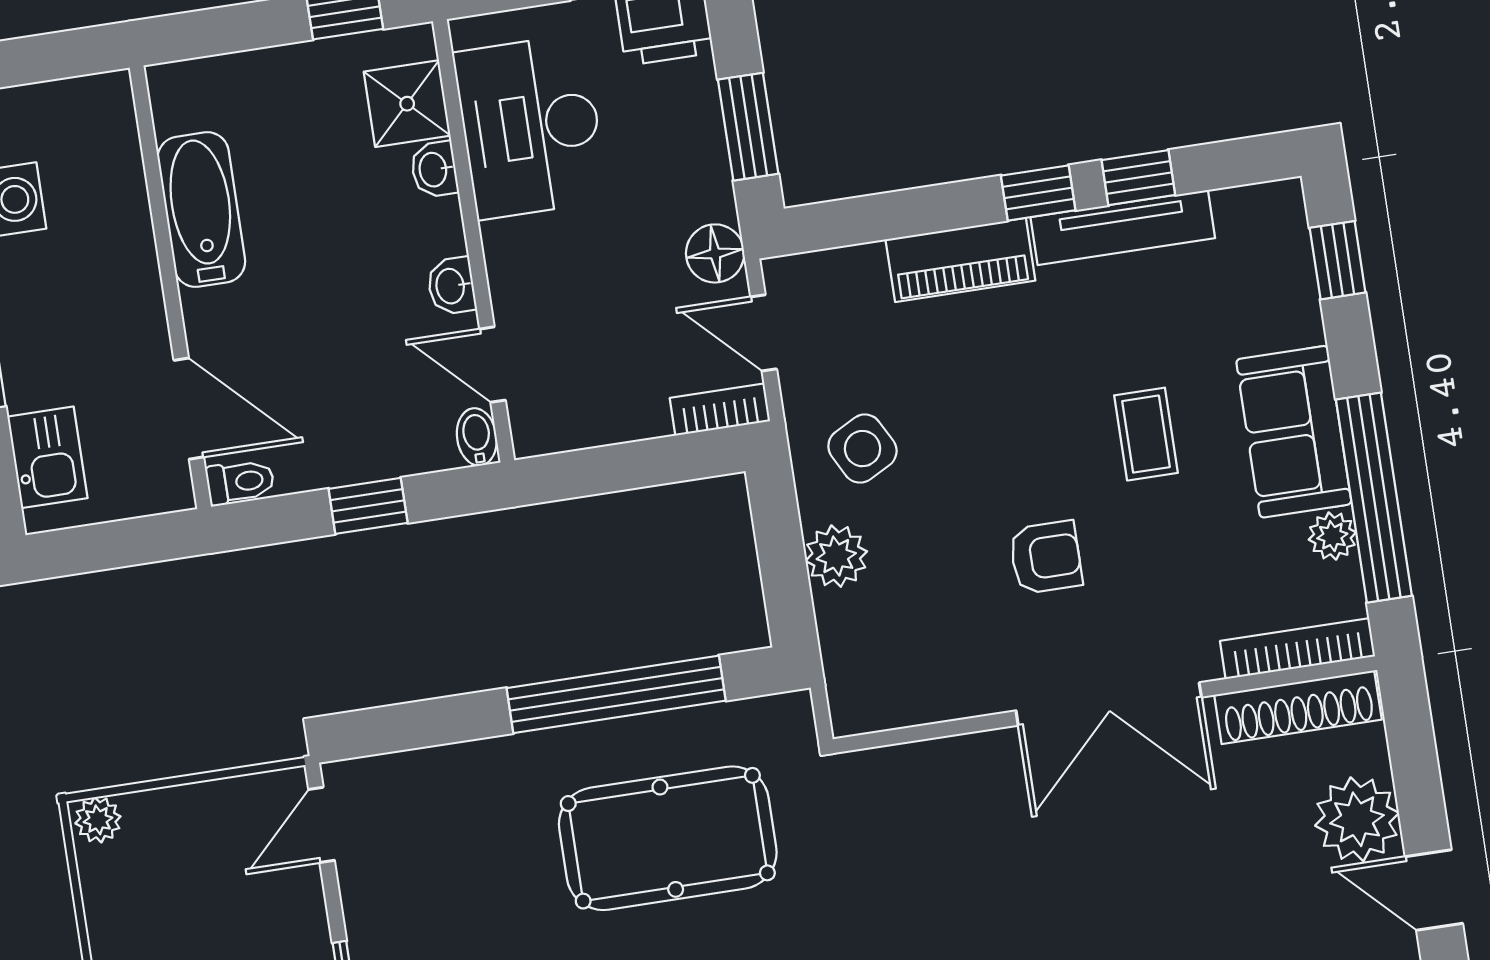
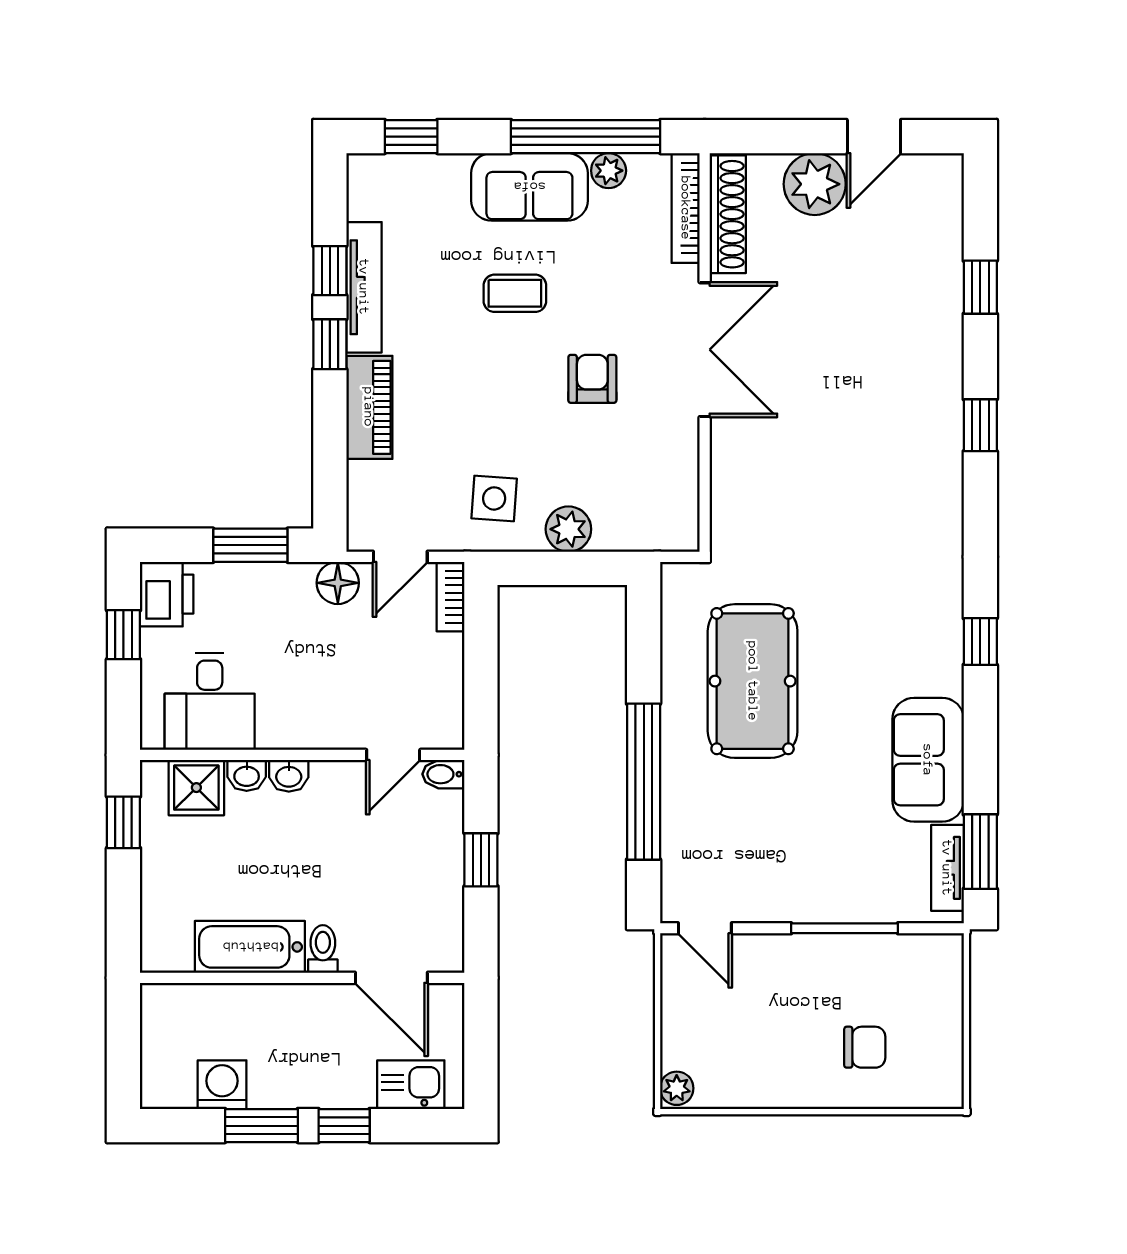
desk: (531, 127) -> (210, 701), width x0.73
washbasin: (451, 286) -> (289, 776), moved
door: (189, 409) -> (391, 978), swing flipped
side table: (862, 449) -> (494, 498), turned 32
toilet: (240, 482) -> (323, 949), moved
window: (616, 694) -> (644, 782), moved

